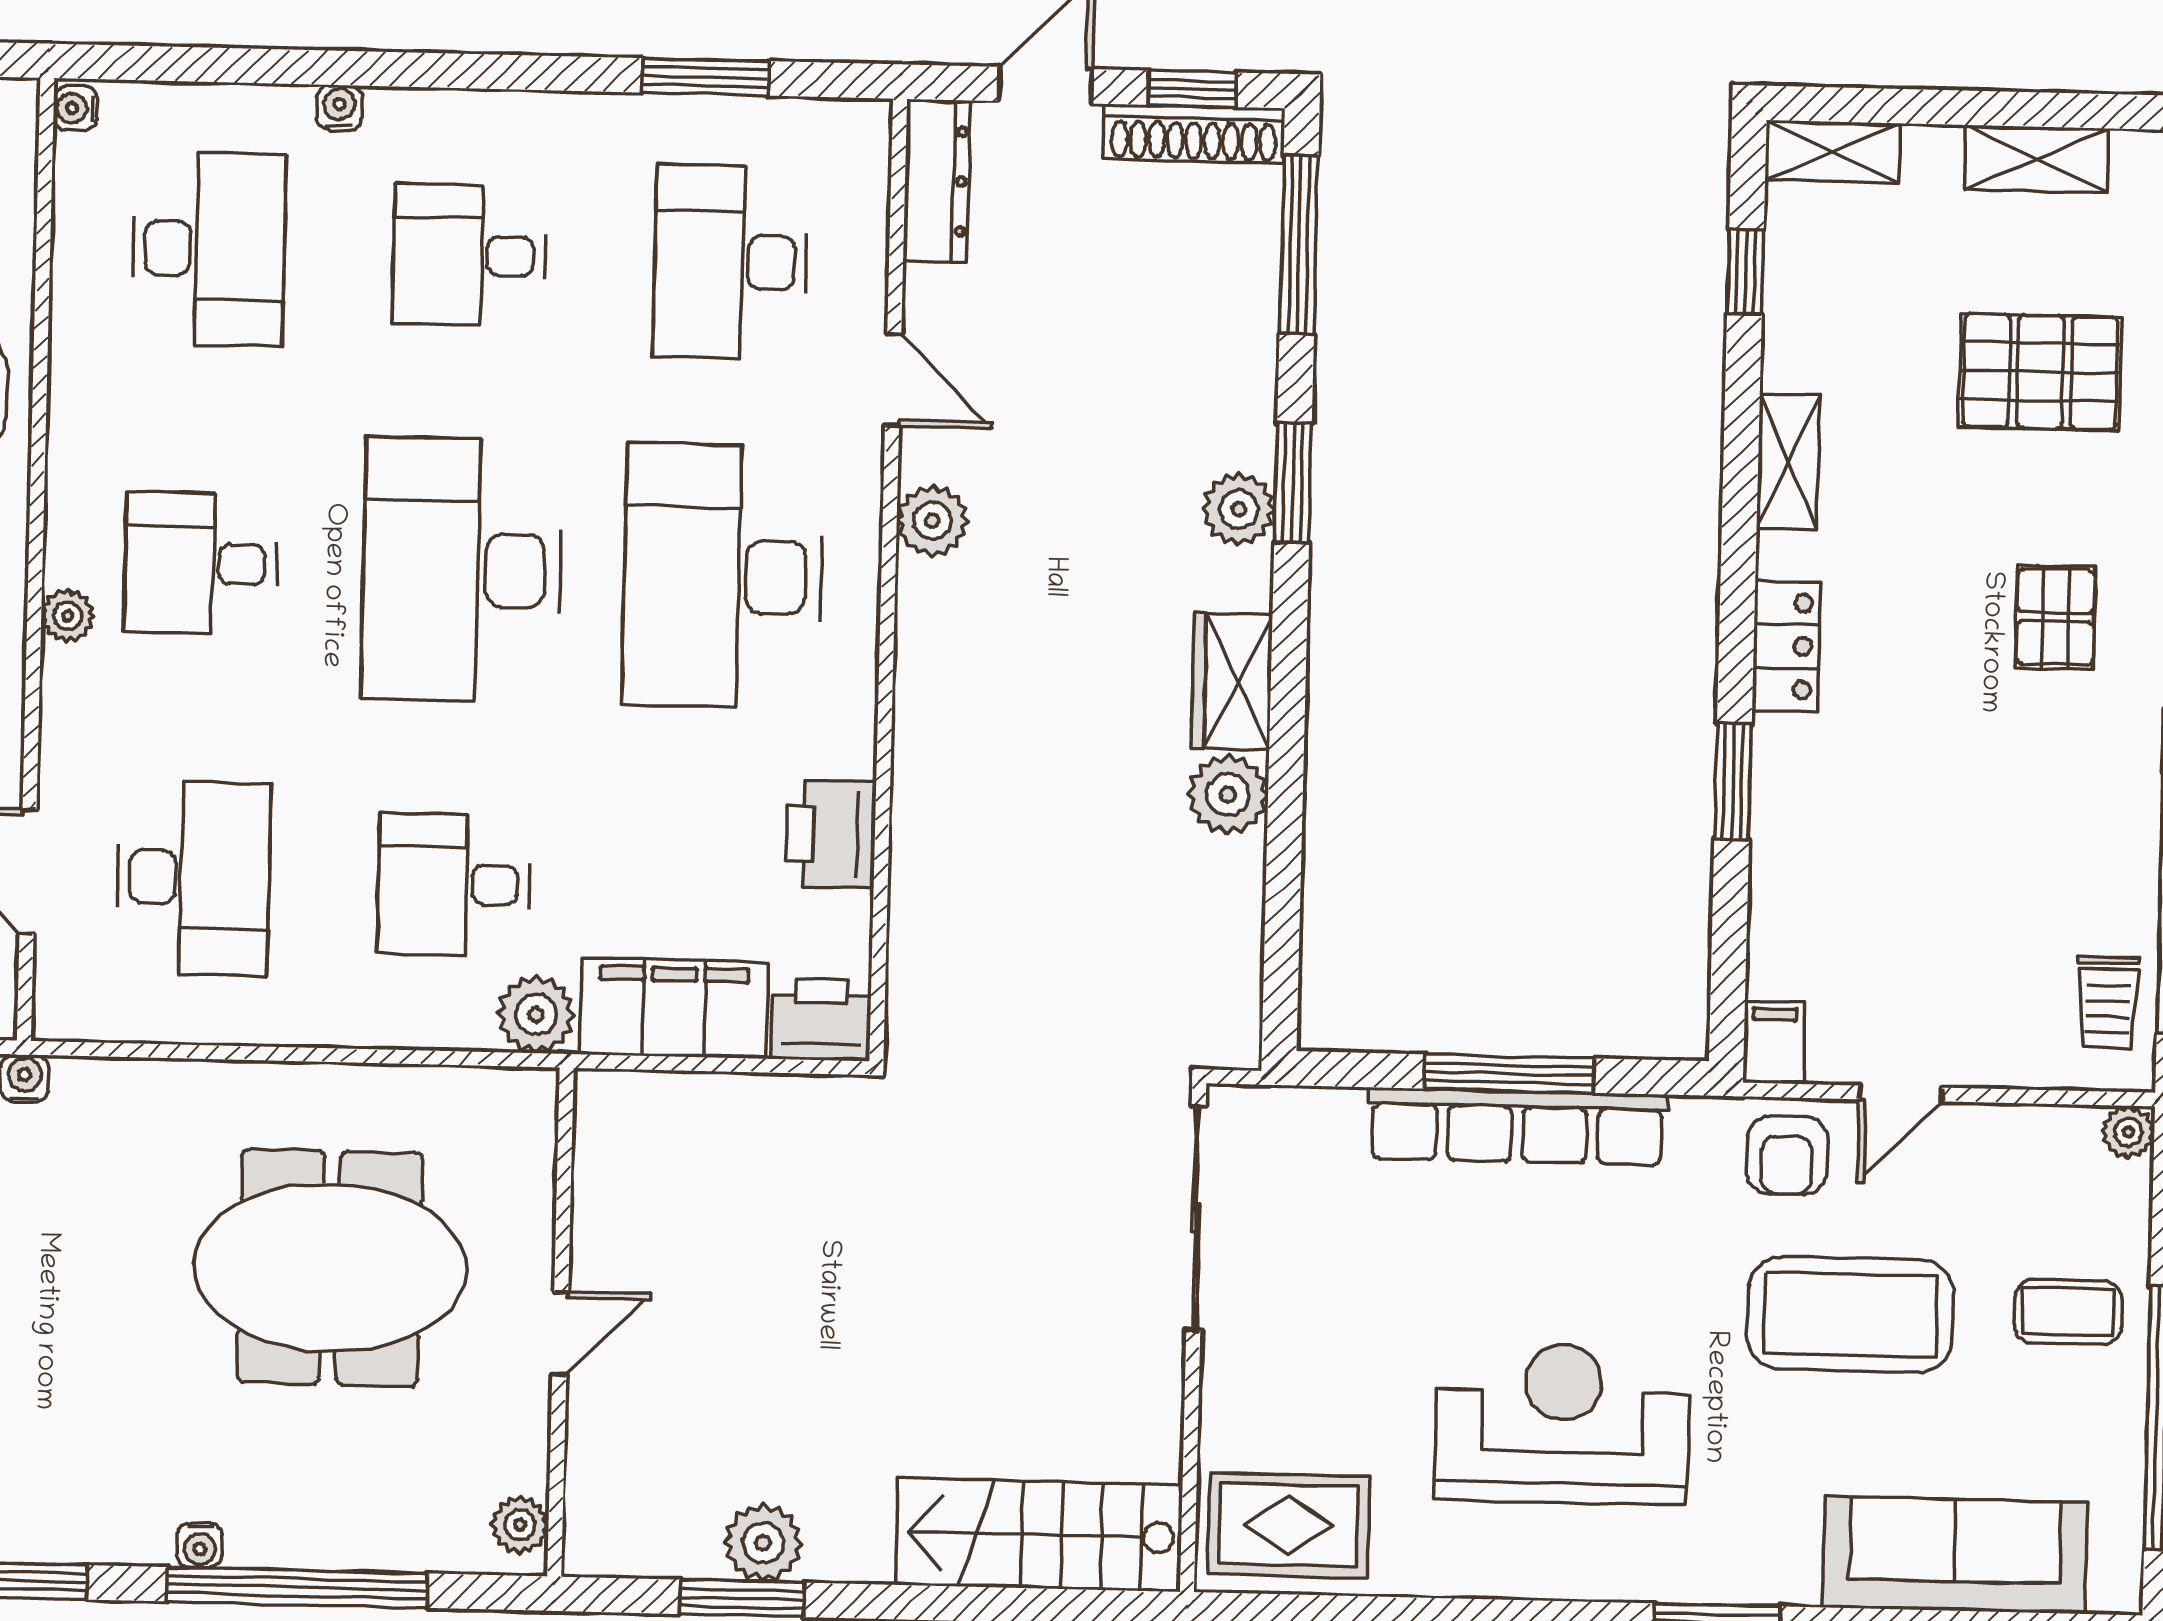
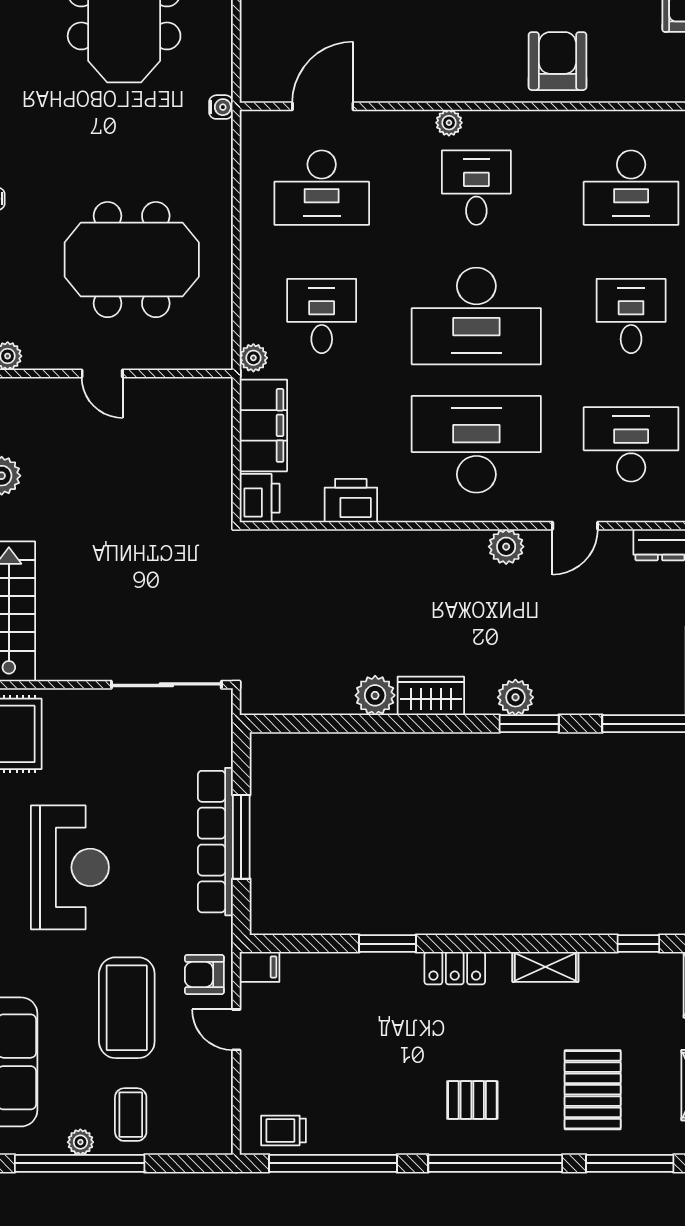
desk: (462, 570) -> (476, 316), turned 180
plant: (536, 1014) -> (253, 358), width x0.73, depth x0.73
plant: (2128, 1132) -> (80, 1142), moved
meeting table: (330, 1268) -> (132, 260), turned 90

